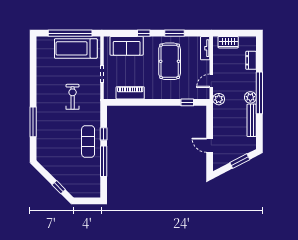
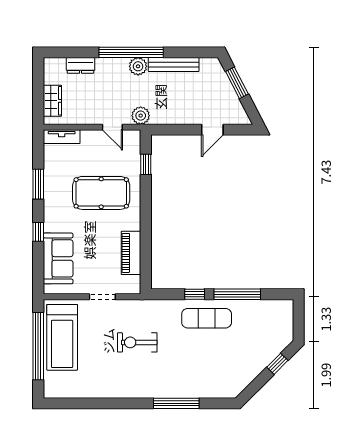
pool table: (170, 61) -> (101, 193), moved

